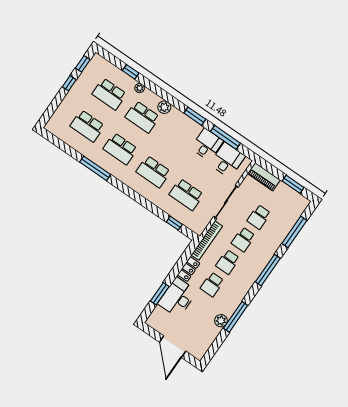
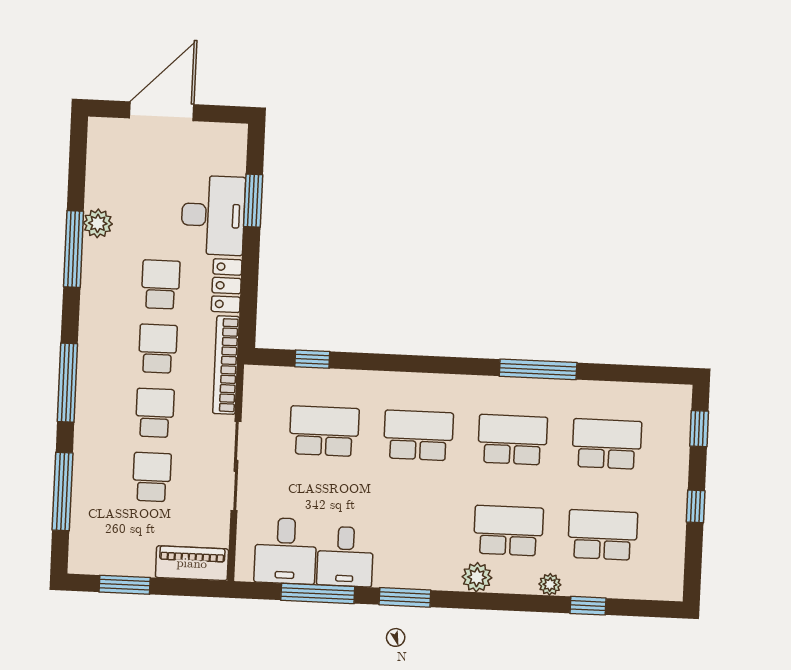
window: (83, 64) -> (699, 429), moved
door: (173, 347) -> (162, 111), hinge flipped

